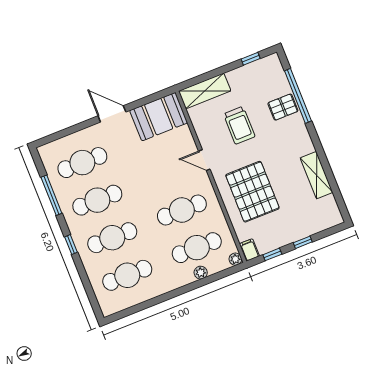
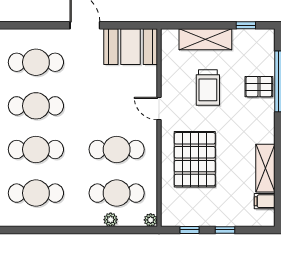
shelving: (205, 91) -> (205, 39), moved
filing cabinet: (249, 250) -> (265, 201), moved, turned -90

